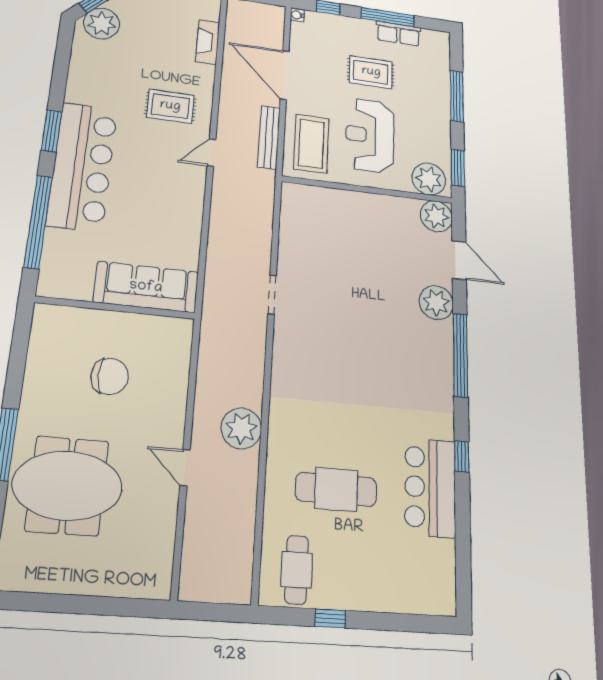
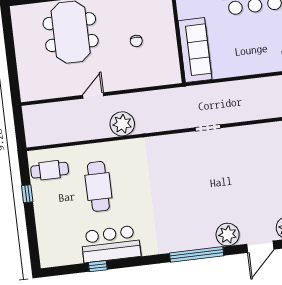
chair: (110, 376) -> (136, 41), width x0.54, depth x0.54
window: (462, 456) -> (98, 266), moved

